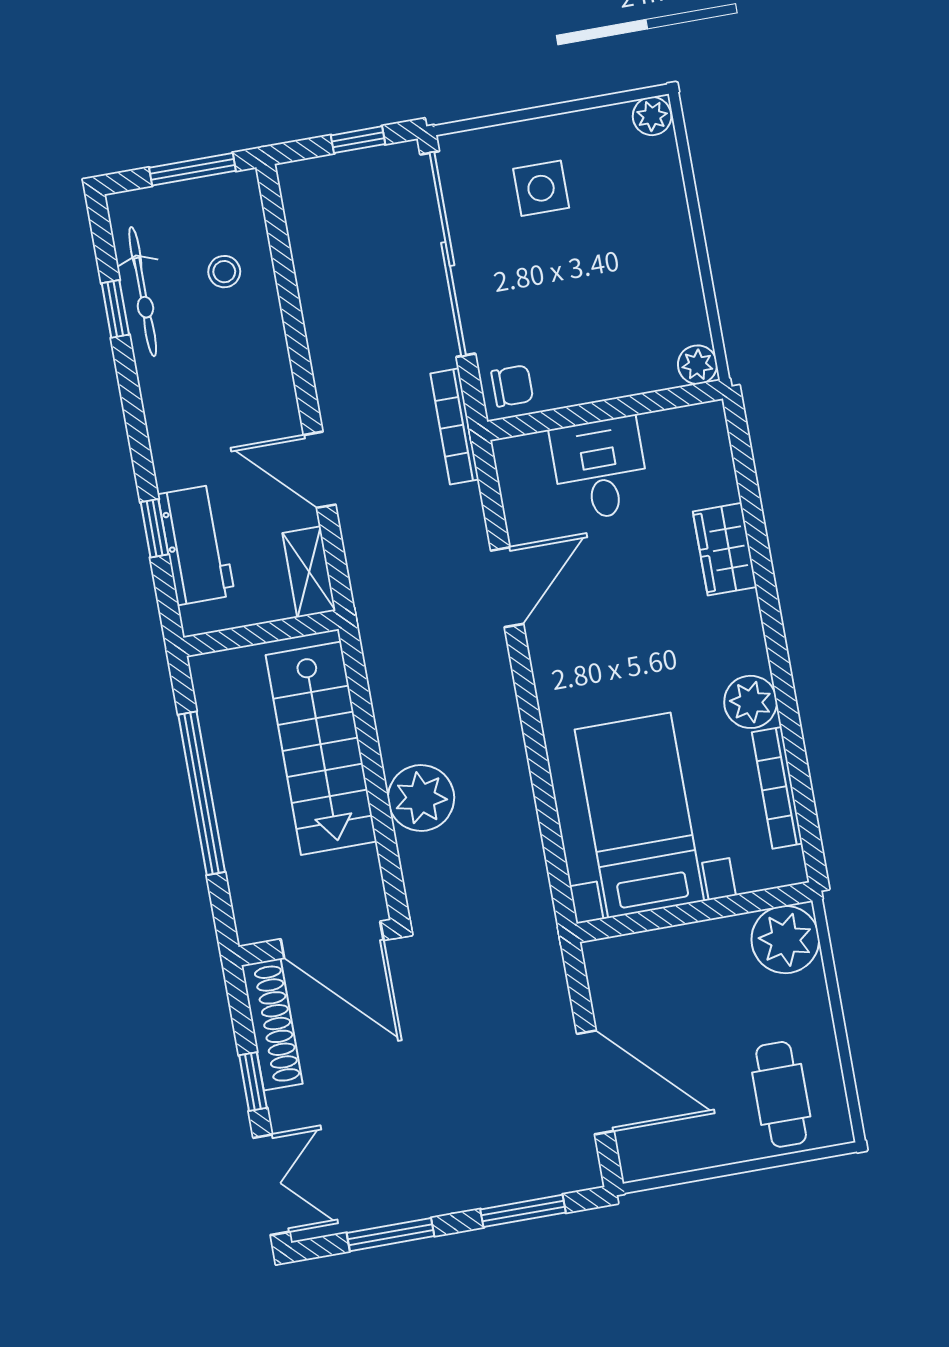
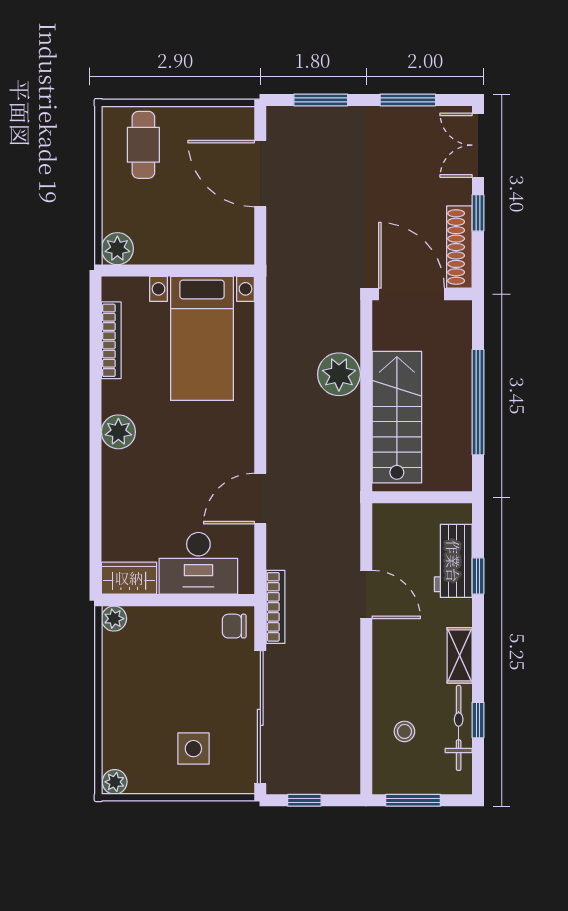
desk: (600, 469) -> (198, 563), width x1.37
wardrobe: (725, 549) -> (129, 578), moved, turned -90
shelving: (309, 572) -> (460, 655), moved
plant: (751, 702) -> (118, 432), moved
plant: (785, 940) -> (117, 249), width x0.73, depth x0.73

